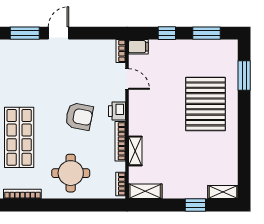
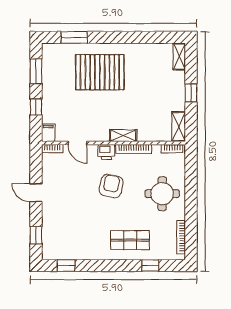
window: (25, 33) -> (36, 235), width x0.67
door: (59, 33) -> (36, 193), moved
door: (127, 79) -> (77, 143), swing flipped
shop shelf: (19, 137) -> (130, 240), width x0.70, depth x0.74
shelving: (135, 151) -> (123, 136), moved
window: (195, 205) -> (191, 93), moved

